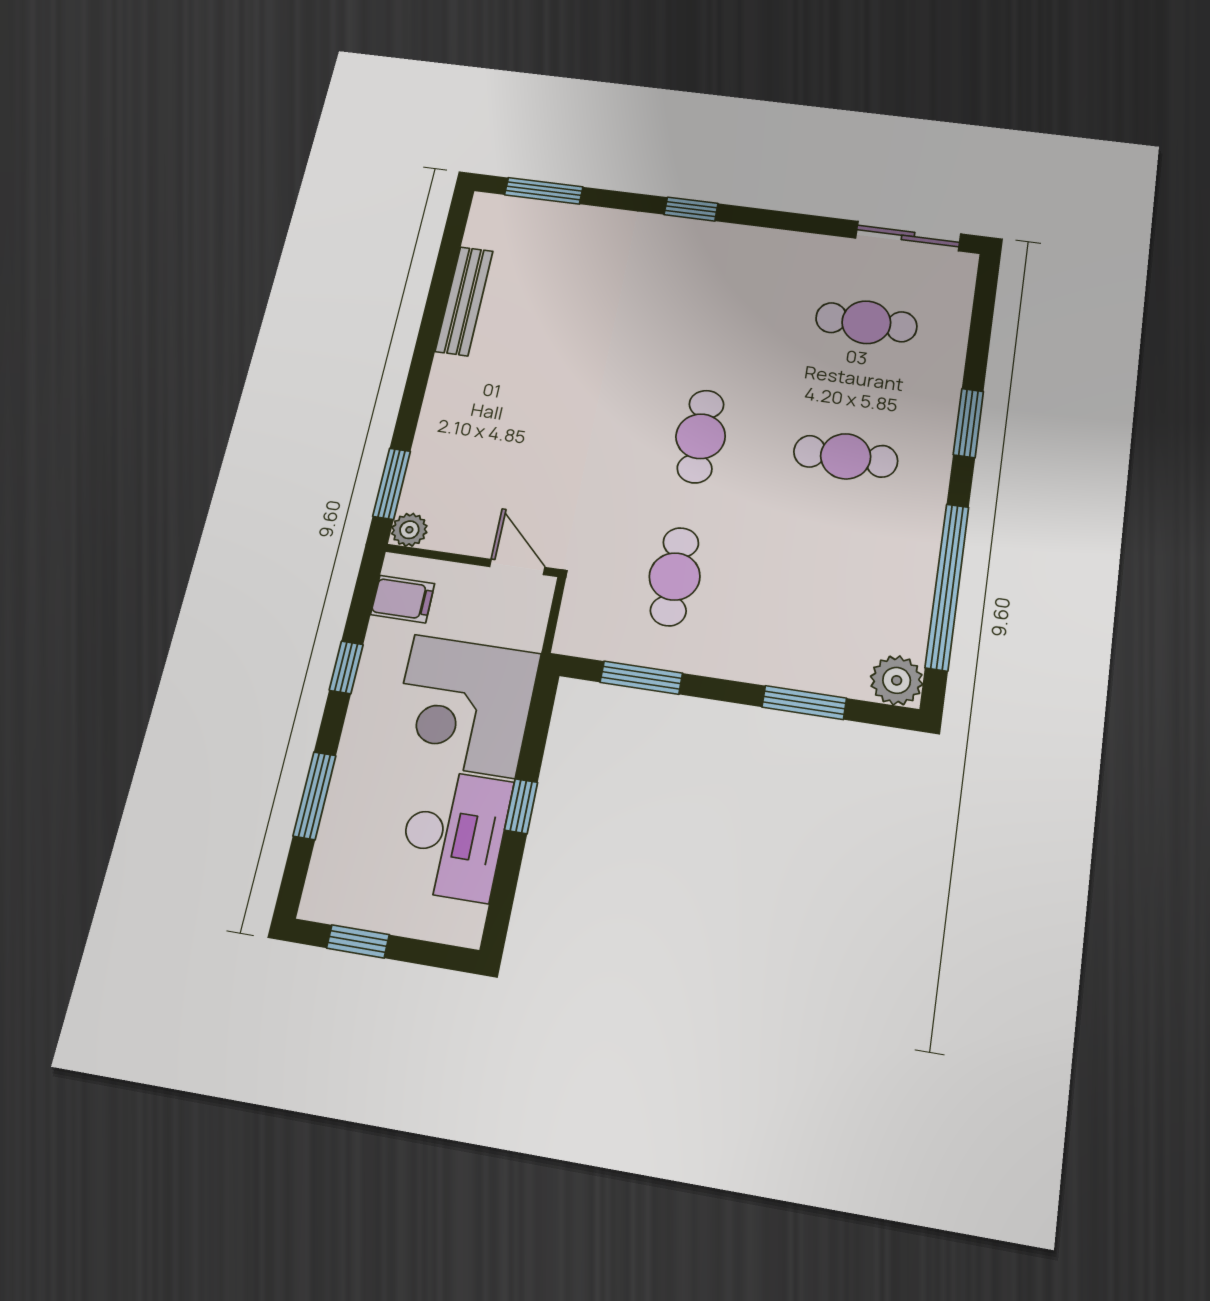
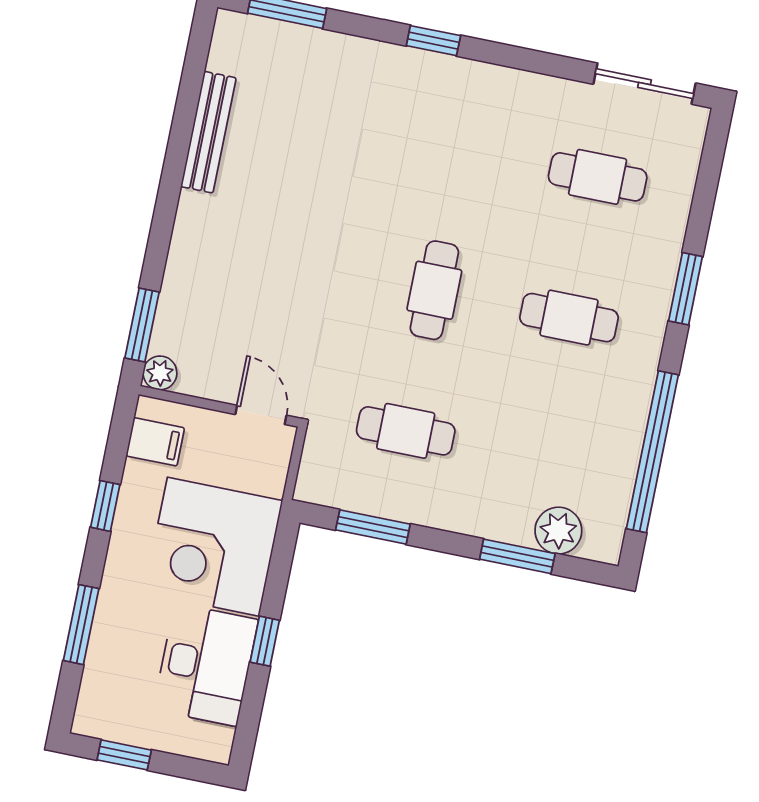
cafe table: (675, 577) -> (406, 431), turned 90
plant: (897, 680) -> (558, 531), moved

